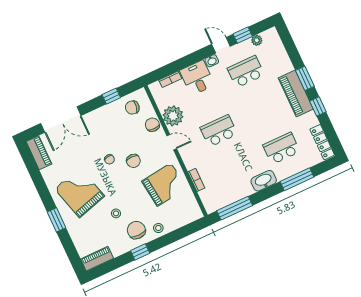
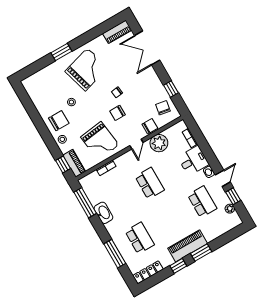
washbasin: (264, 181) -> (103, 213), moved
window: (140, 252) -> (63, 165), moved
piano: (97, 259) -> (74, 163), moved

